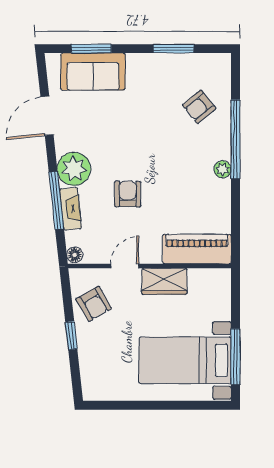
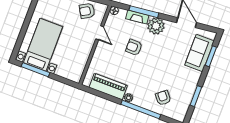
armchair: (128, 194) -> (134, 47), turned 180
piano: (197, 249) -> (108, 87), moved, turned -90
wardrobe: (164, 281) -> (85, 49), removed

